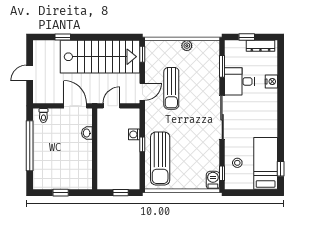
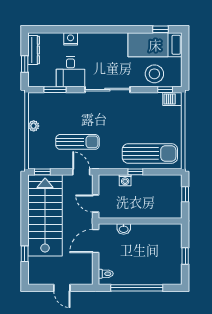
stool: (237, 163) -> (154, 74), width x1.89, depth x1.89

